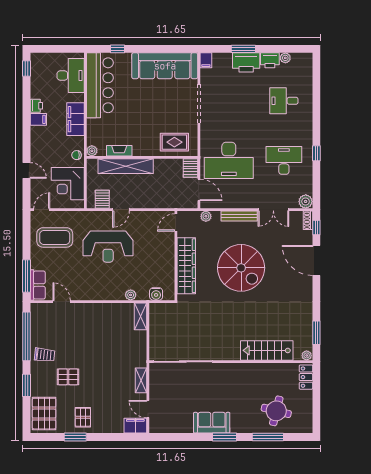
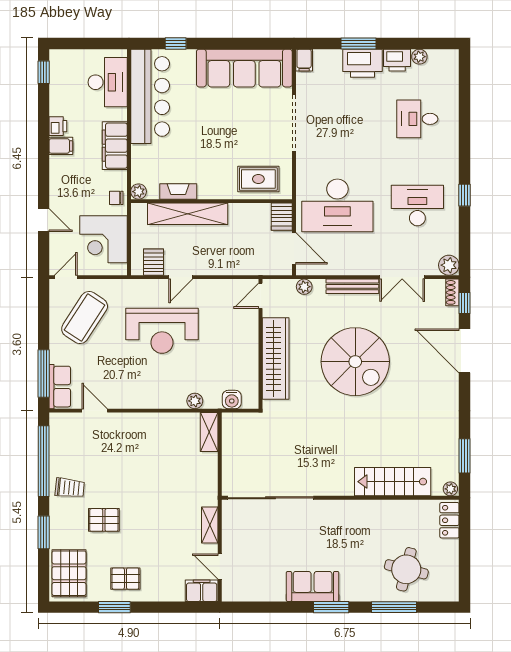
coffee table: (55, 237) -> (85, 317), turned -57
pallet: (83, 417) -> (125, 579), turned 90

